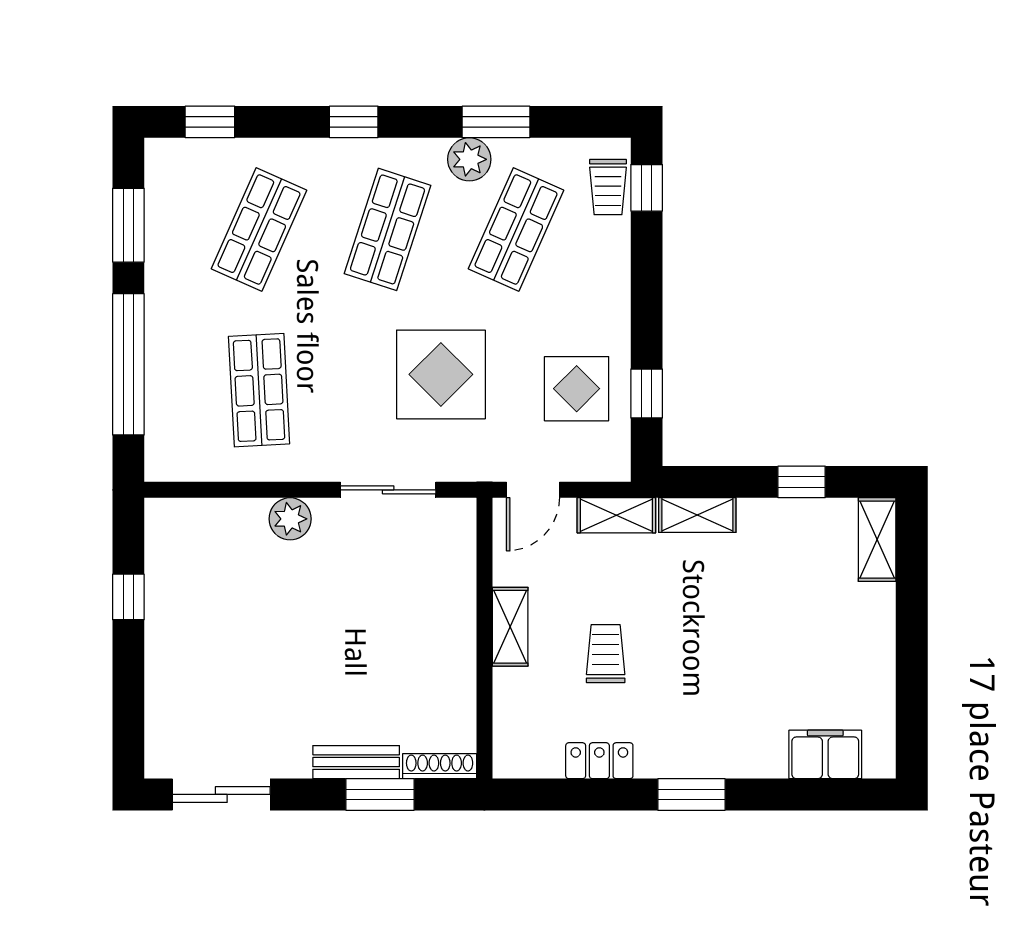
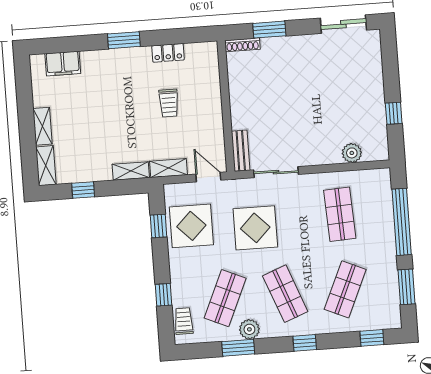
window: (647, 188) -> (164, 295), moved
shop shelf: (388, 229) -> (285, 294), turned -39
display table: (577, 389) -> (191, 226), width x1.36, depth x1.36
door: (533, 490) -> (208, 177), hinge flipped
plant: (290, 519) -> (352, 153), moved
shelving: (510, 627) -> (42, 126), moved
bench: (356, 762) -> (241, 151), moved, turned 90

